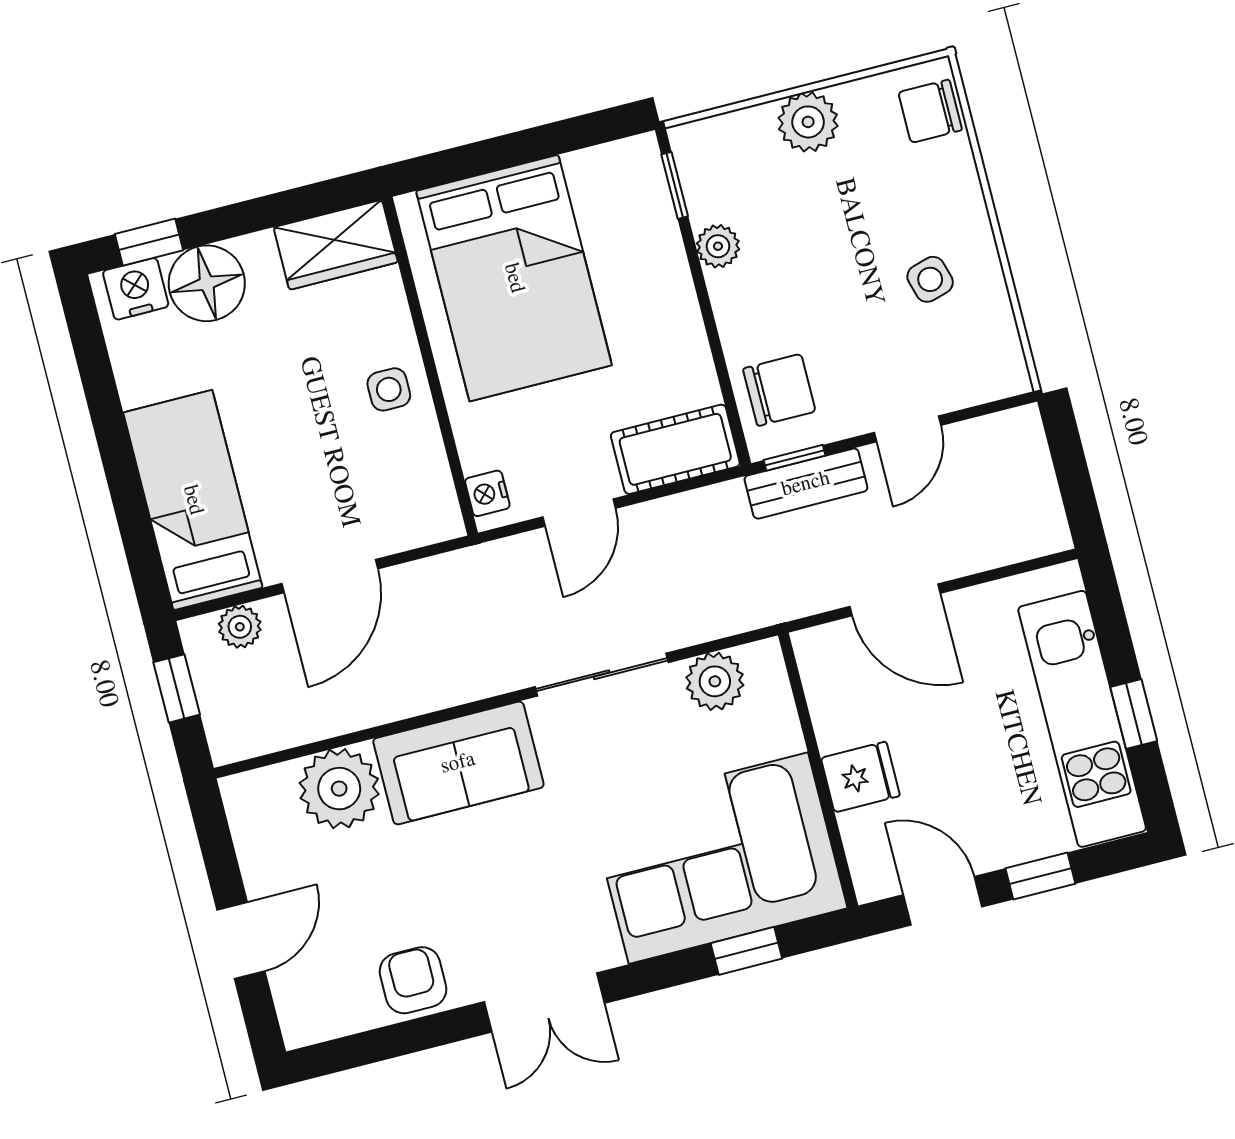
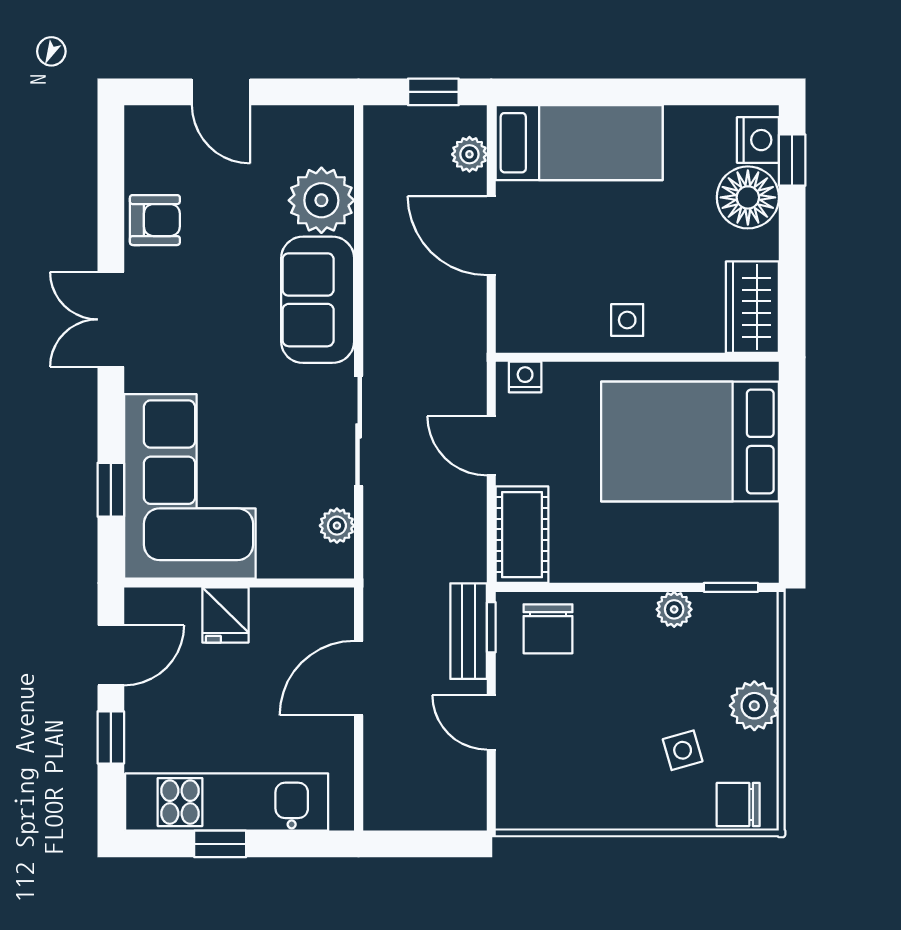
chair: (930, 111) -> (738, 805), turned -90
side table: (930, 279) -> (683, 750), moved
plant: (715, 681) -> (337, 526), width x0.73, depth x0.73

